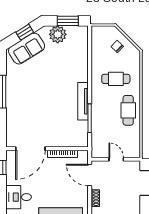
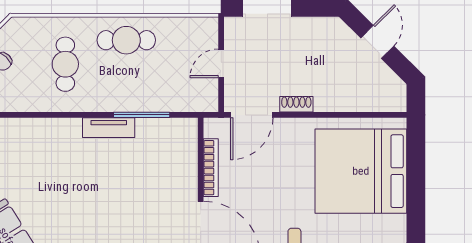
tv unit: (83, 101) -> (109, 128), width x0.71

